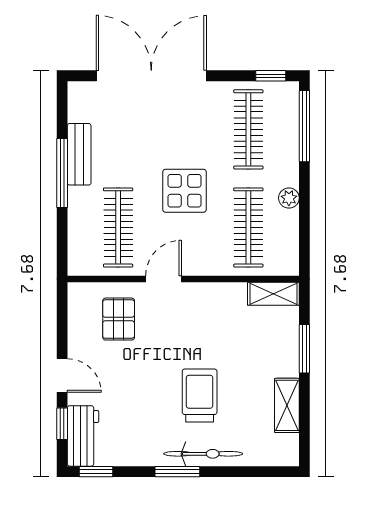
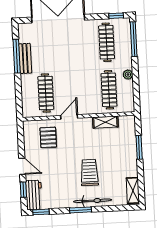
window: (62, 173) -> (17, 56), moved
display table: (184, 191) -> (77, 74), removed
shelving: (273, 294) -> (105, 122), moved
shelving: (287, 405) -> (133, 191), moved

